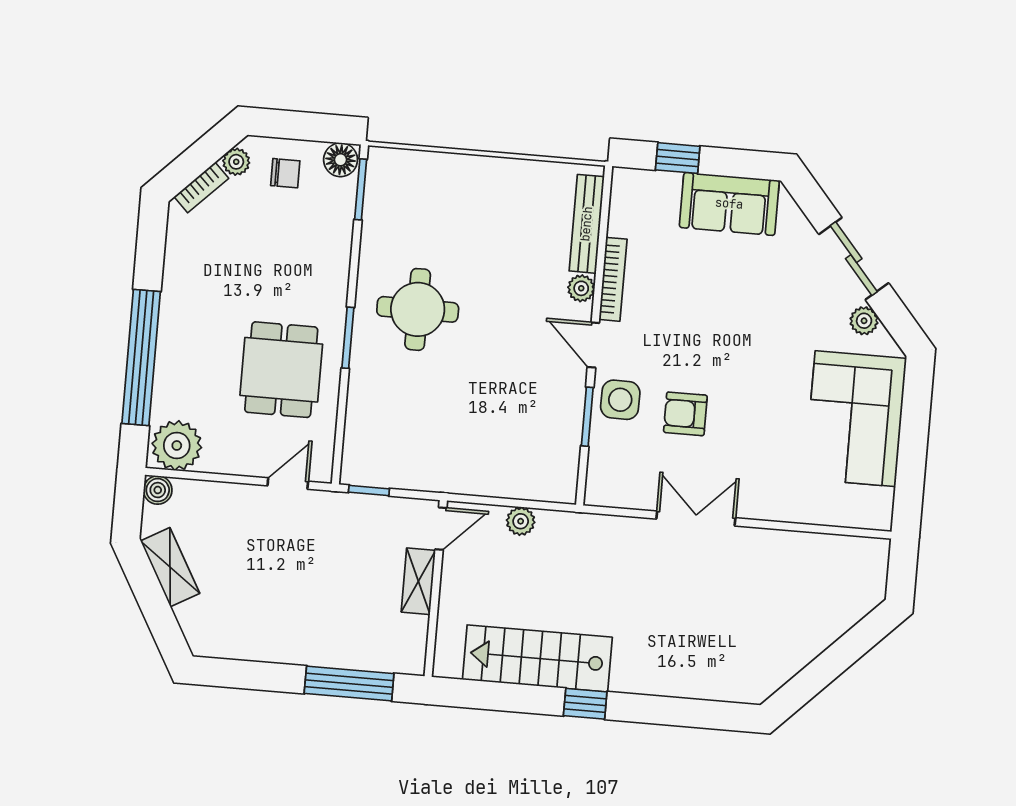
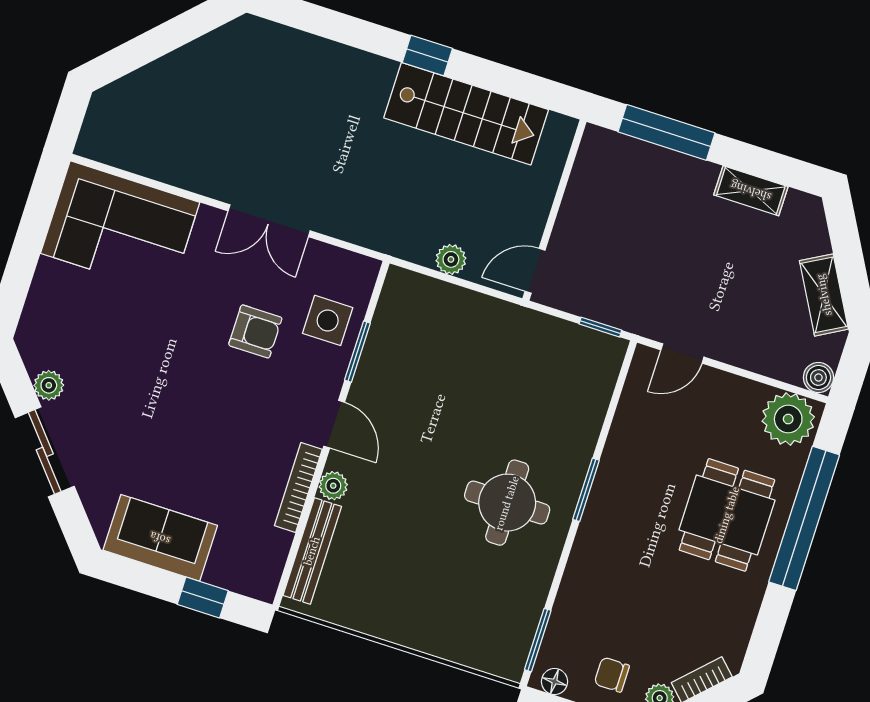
floor lamp: (341, 160) -> (555, 682), width x0.73, depth x0.73
dining table: (281, 370) -> (727, 515), moved
side table: (620, 400) -> (328, 320), moved
corner sofa: (855, 419) -> (120, 228), moved, turned 90
shelving: (418, 581) -> (751, 191), moved, turned 90

